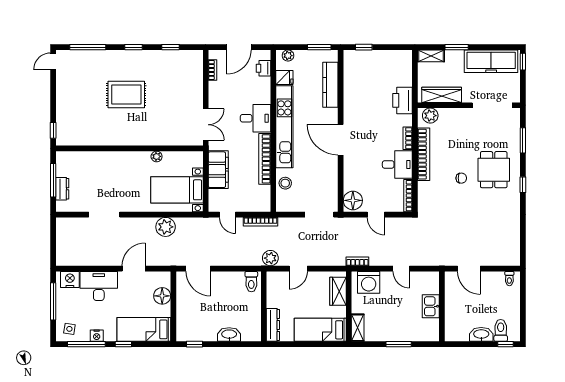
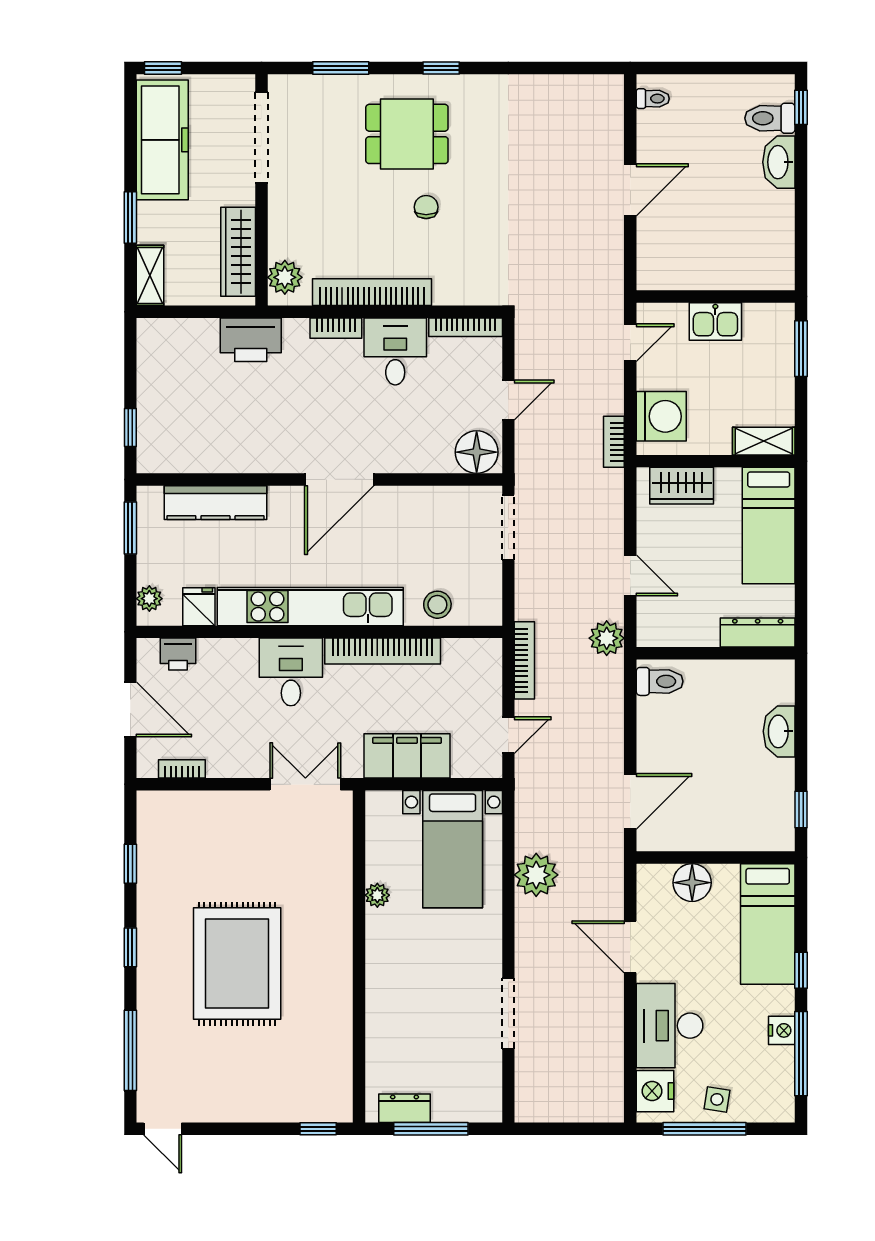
rug: (126, 94) -> (237, 964), width x1.37, depth x1.44
dresser: (62, 189) -> (405, 1108), moved
kitchen sink: (431, 306) -> (715, 322), moved
wall: (442, 306) -> (716, 297), moved
side table: (69, 329) -> (717, 1099), moved

